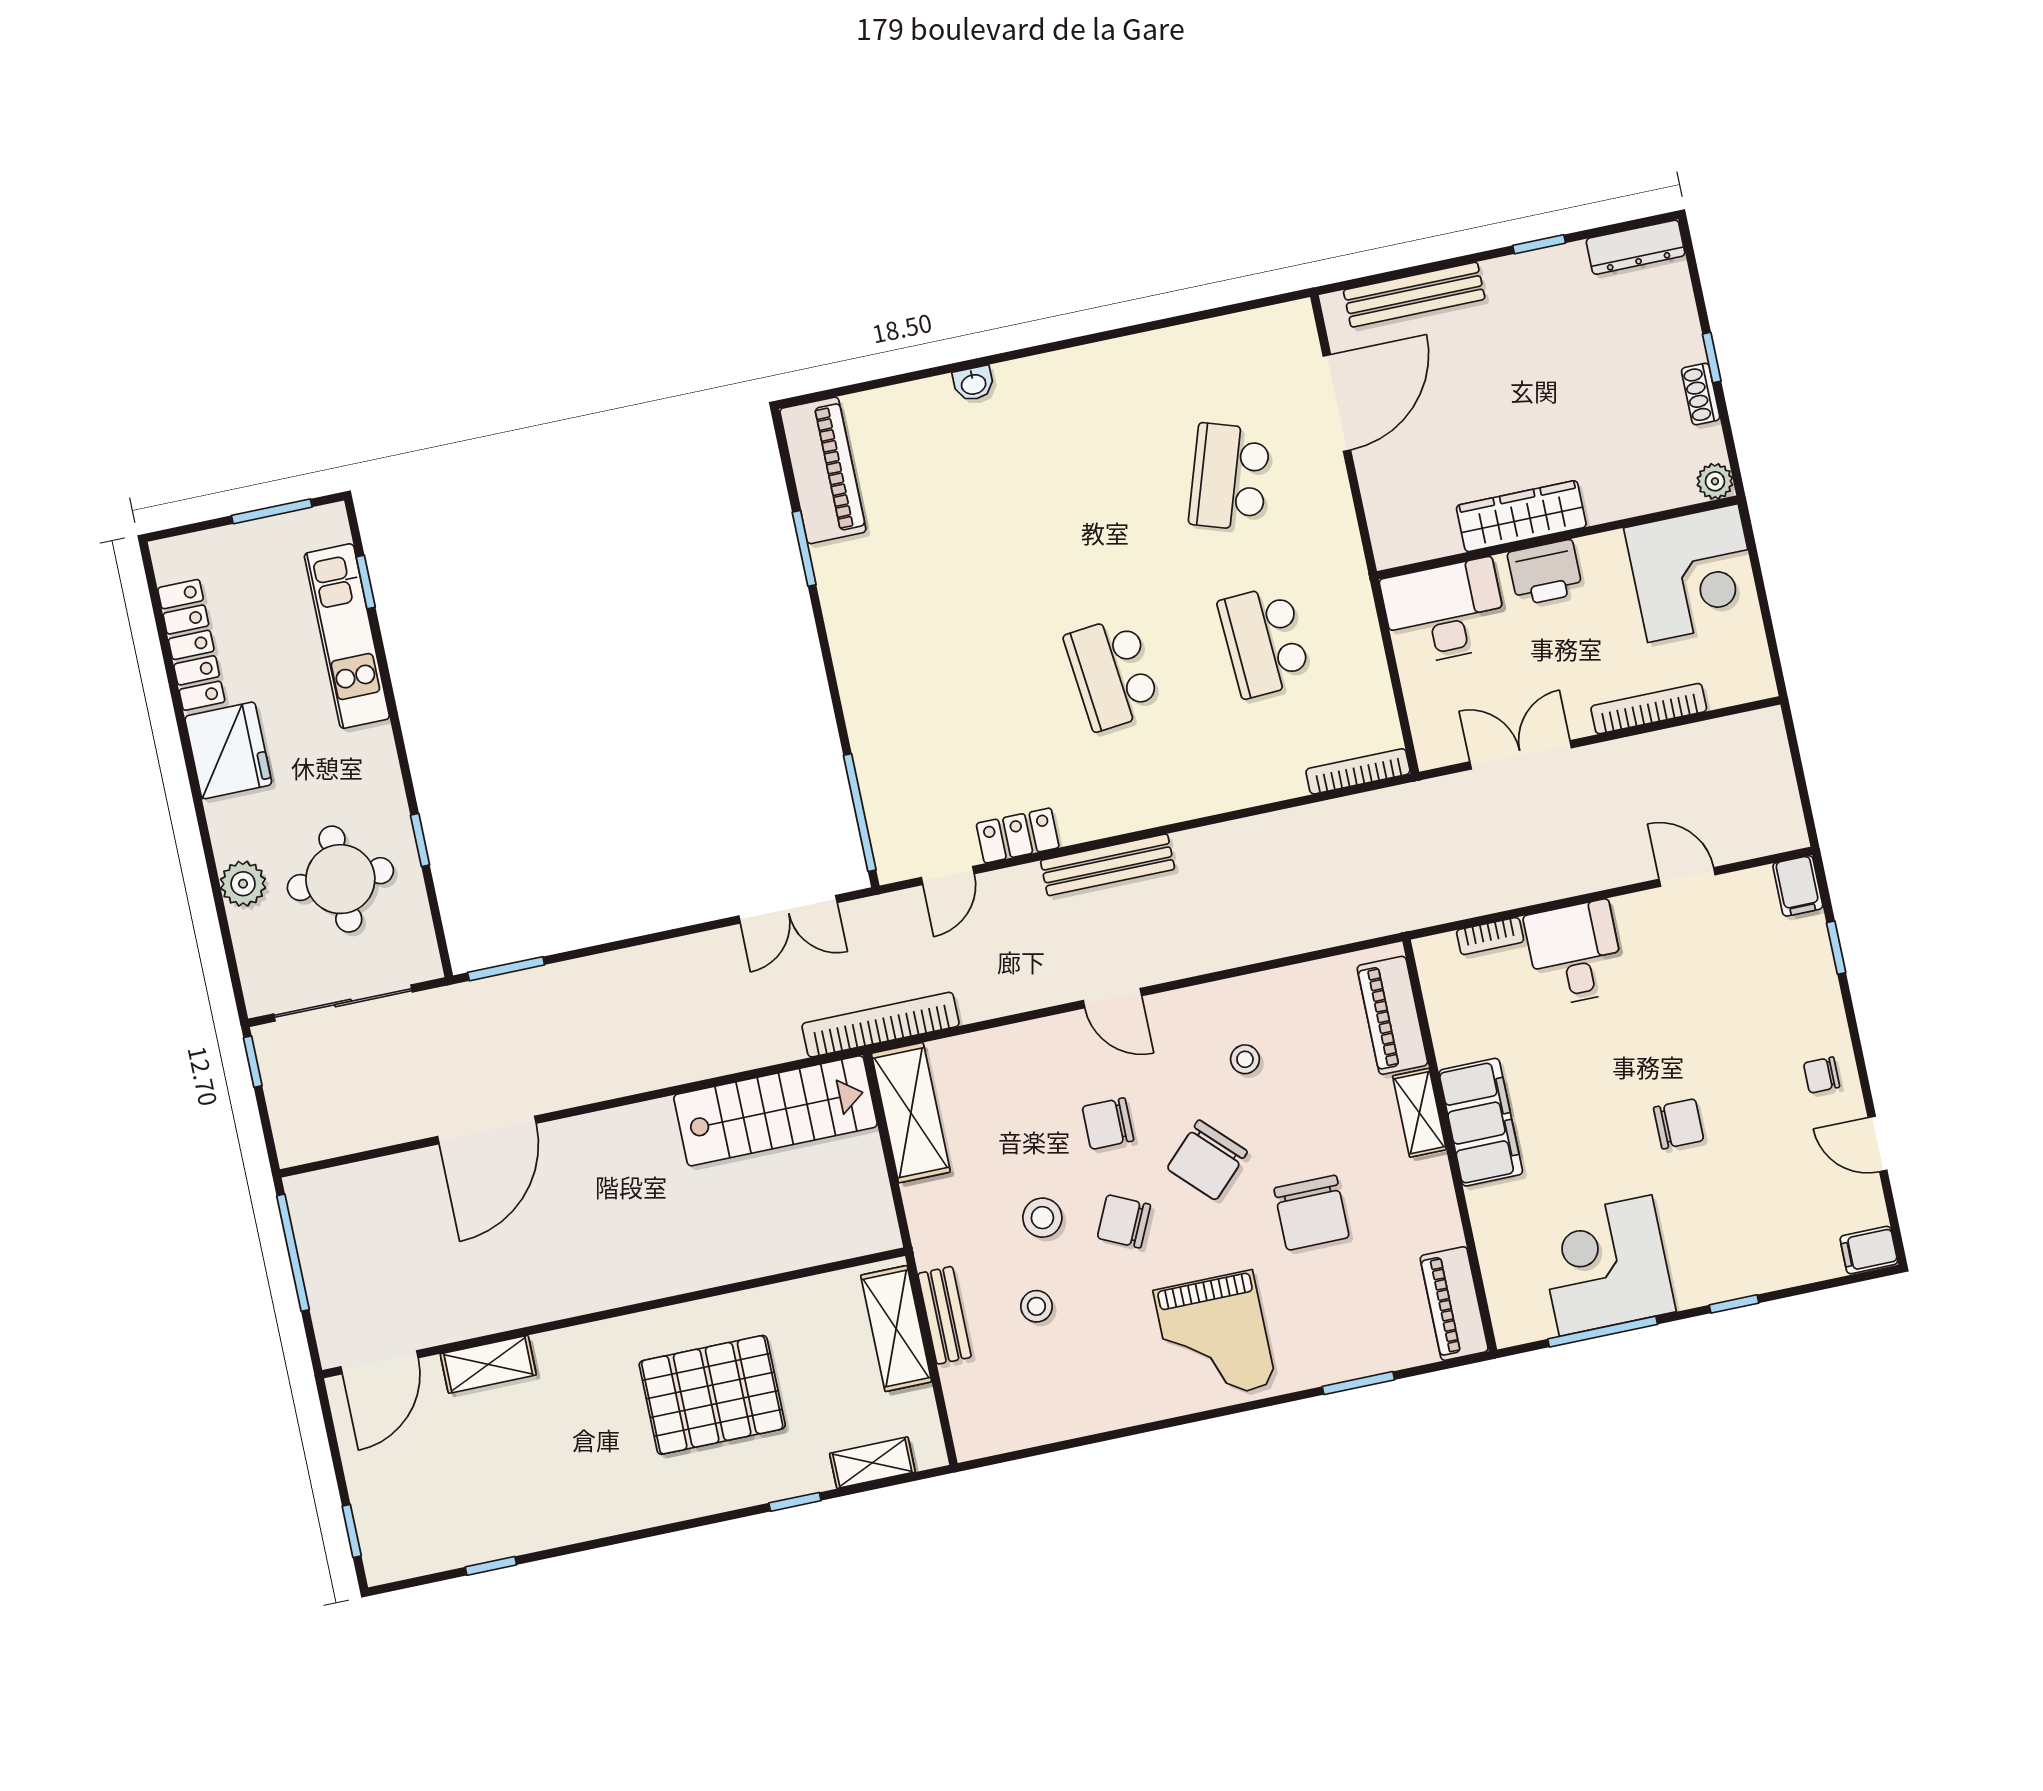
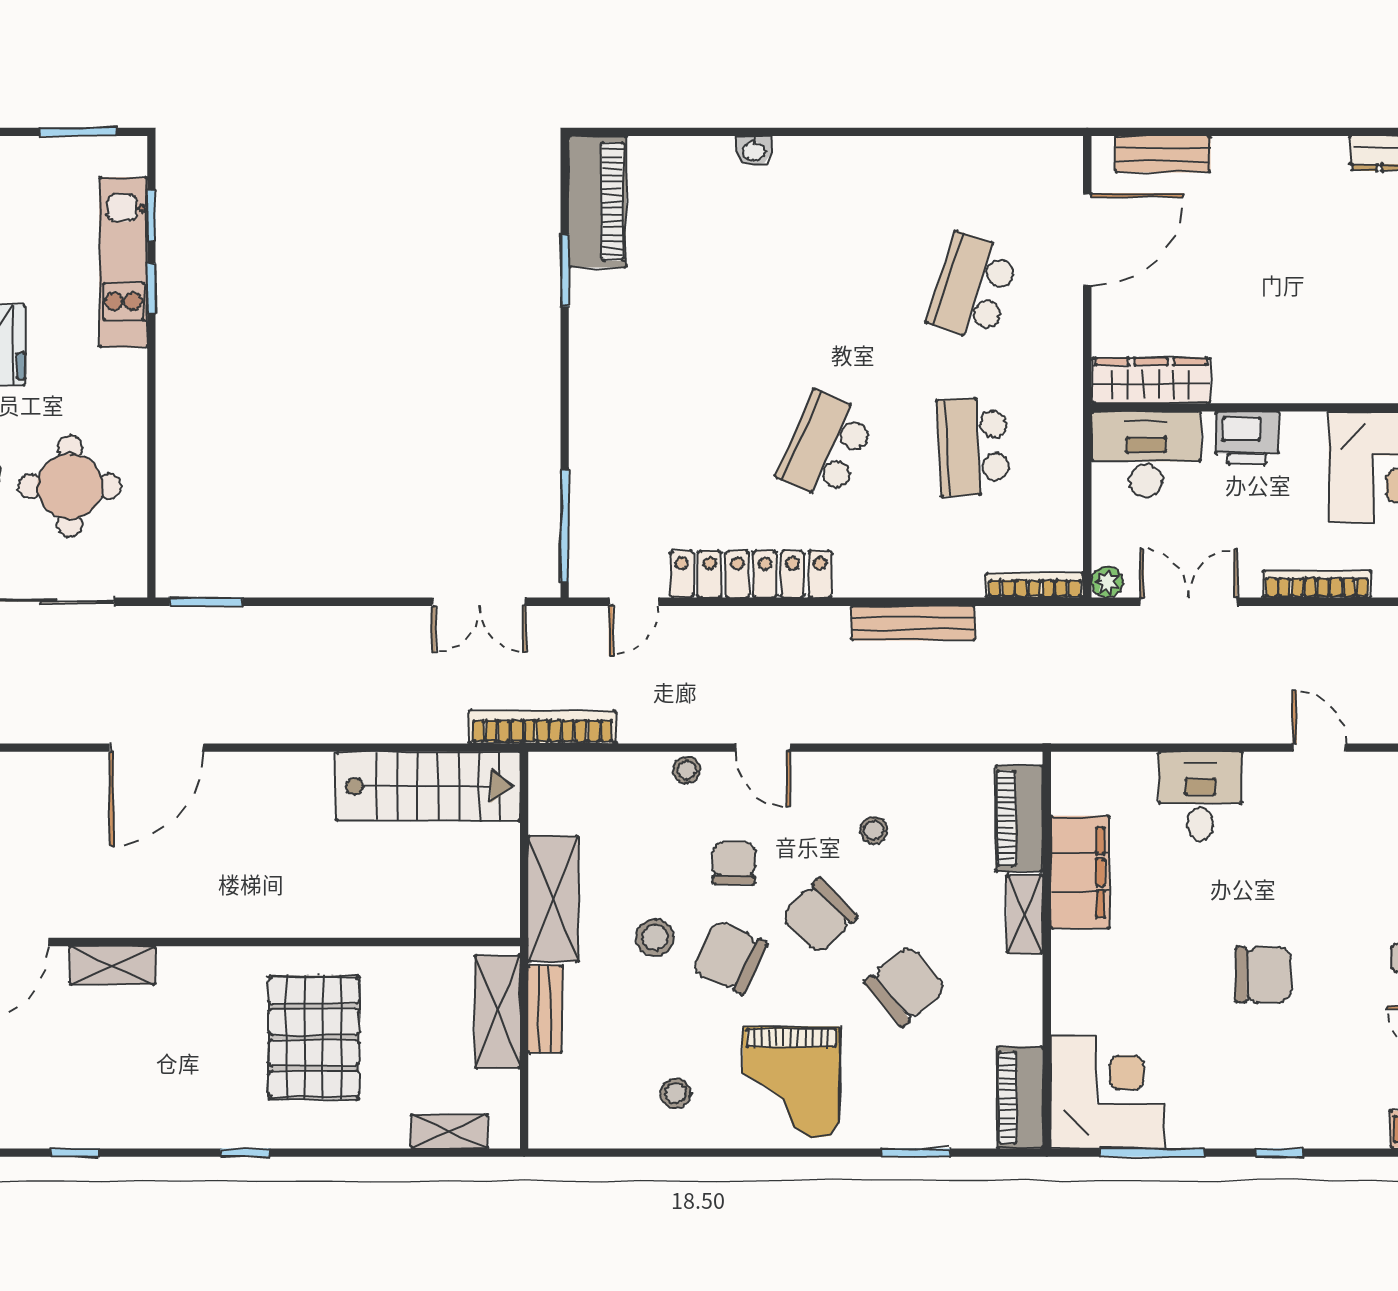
window: (1539, 244) -> (1306, 132), removed
bench: (1414, 295) -> (1163, 154), width x0.73
wardrobe: (1521, 516) -> (1151, 381), moved
school desk: (1112, 673) -> (826, 446), turned 30
plant: (1432, 752) -> (1107, 582), added
locker: (1018, 836) -> (751, 574), width x2.16, depth x1.21
window: (420, 840) -> (151, 288), moved
bench: (1108, 865) -> (913, 623), moved
bookcase: (1490, 936) -> (1125, 764), removed
stool: (1039, 1038) -> (687, 770), added
shelving: (911, 1113) -> (553, 899), moved
filing cabinet: (1481, 1122) -> (1080, 872), moved
chair: (1108, 1124) -> (734, 863), turned 90
chair: (1679, 1124) -> (1263, 975), width x1.37, depth x1.37
chair: (1312, 1213) -> (905, 986), turned -130
chair: (1124, 1221) -> (730, 957), width x1.37, depth x1.37
corner desk: (1606, 1265) -> (1107, 1092), moved, turned 90
stool: (1036, 1306) -> (675, 1093), moved
pallet: (712, 1395) -> (314, 1037), turned 90
window: (795, 1502) -> (245, 1153), moved

